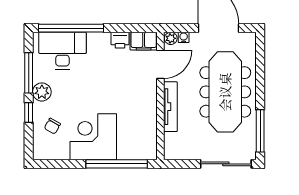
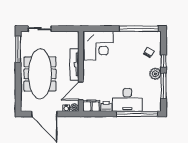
desk: (62, 51) -> (127, 100), moved
corner desk: (93, 137) -> (99, 46), moved
window: (117, 164) -> (139, 29), moved
sliding door: (226, 164) -> (40, 29), width x0.73

